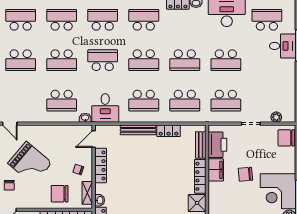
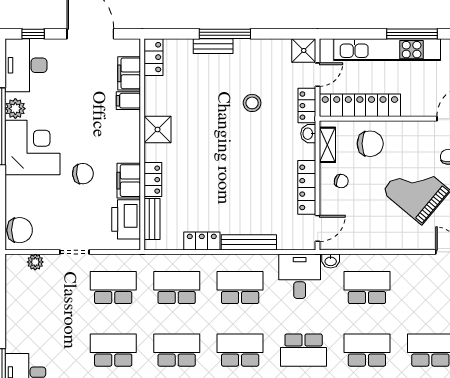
locker: (200, 176) -> (153, 180), width x0.66

